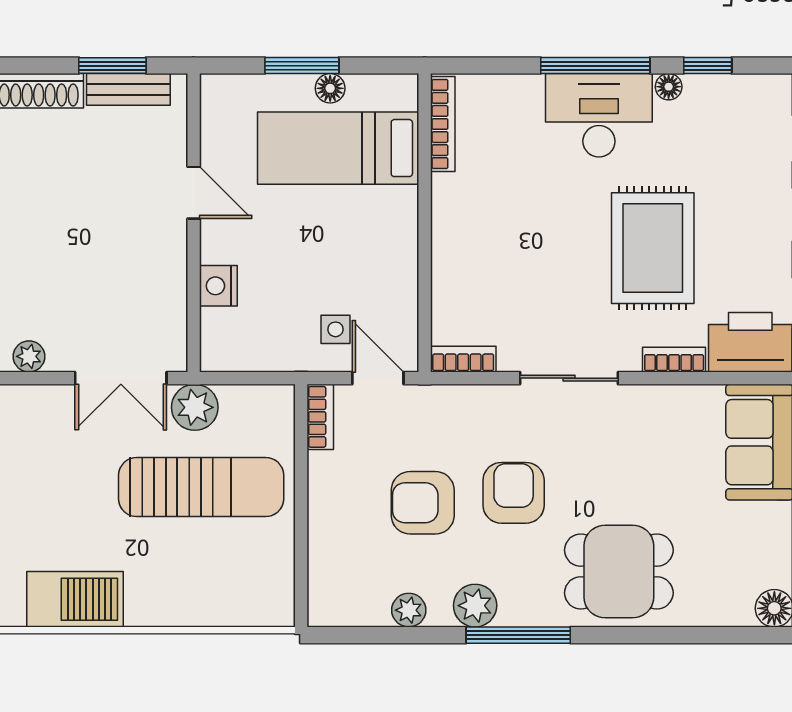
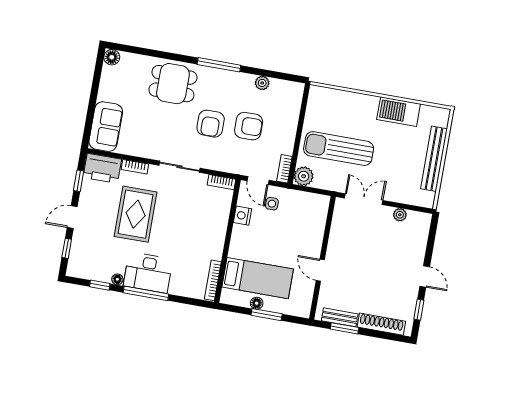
nightstand: (218, 286) -> (242, 216), moved, turned 180
plant: (195, 407) -> (304, 176), moved
plant: (475, 606) -> (235, 80), removed

